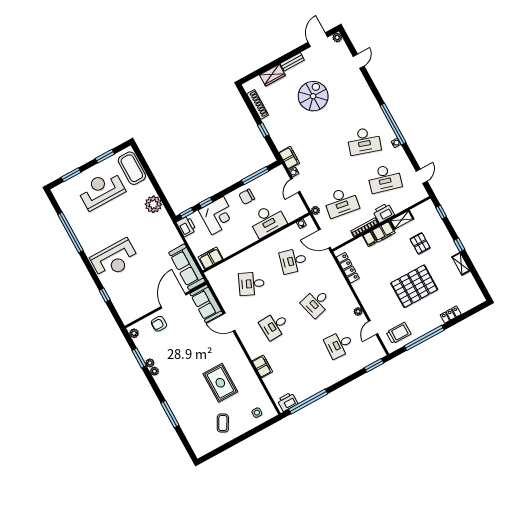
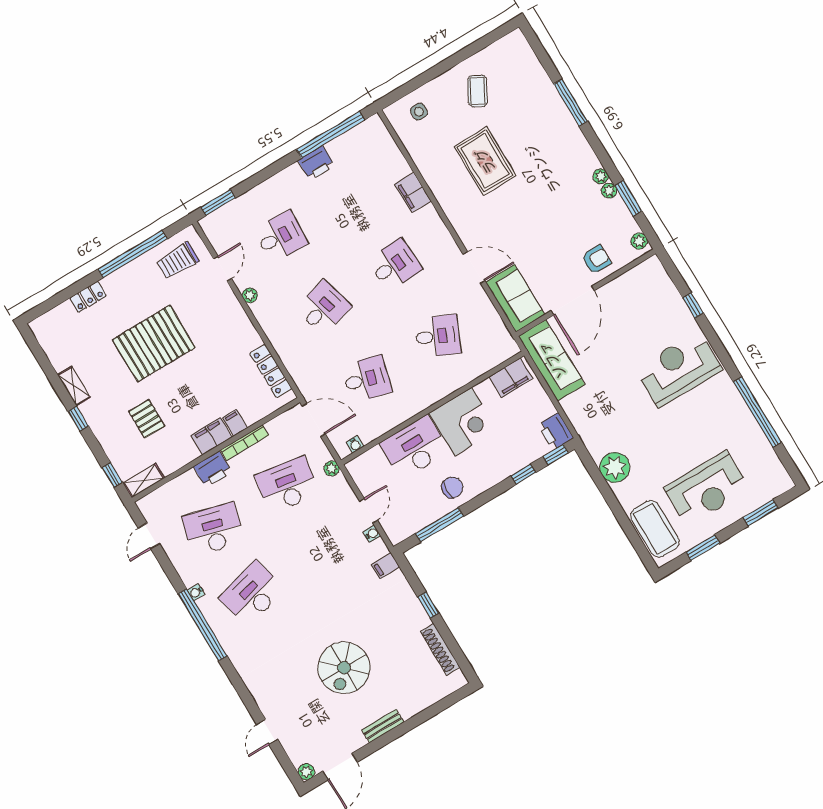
wardrobe: (272, 75) -> (416, 701), removed
desk: (364, 141) -> (252, 593), turned -33
filing cabinet: (289, 158) -> (386, 566), width x0.50
corner desk: (218, 216) -> (463, 422), moved, turned 180
shelving: (402, 220) -> (144, 481), moved
printer: (287, 402) -> (316, 163), moved

